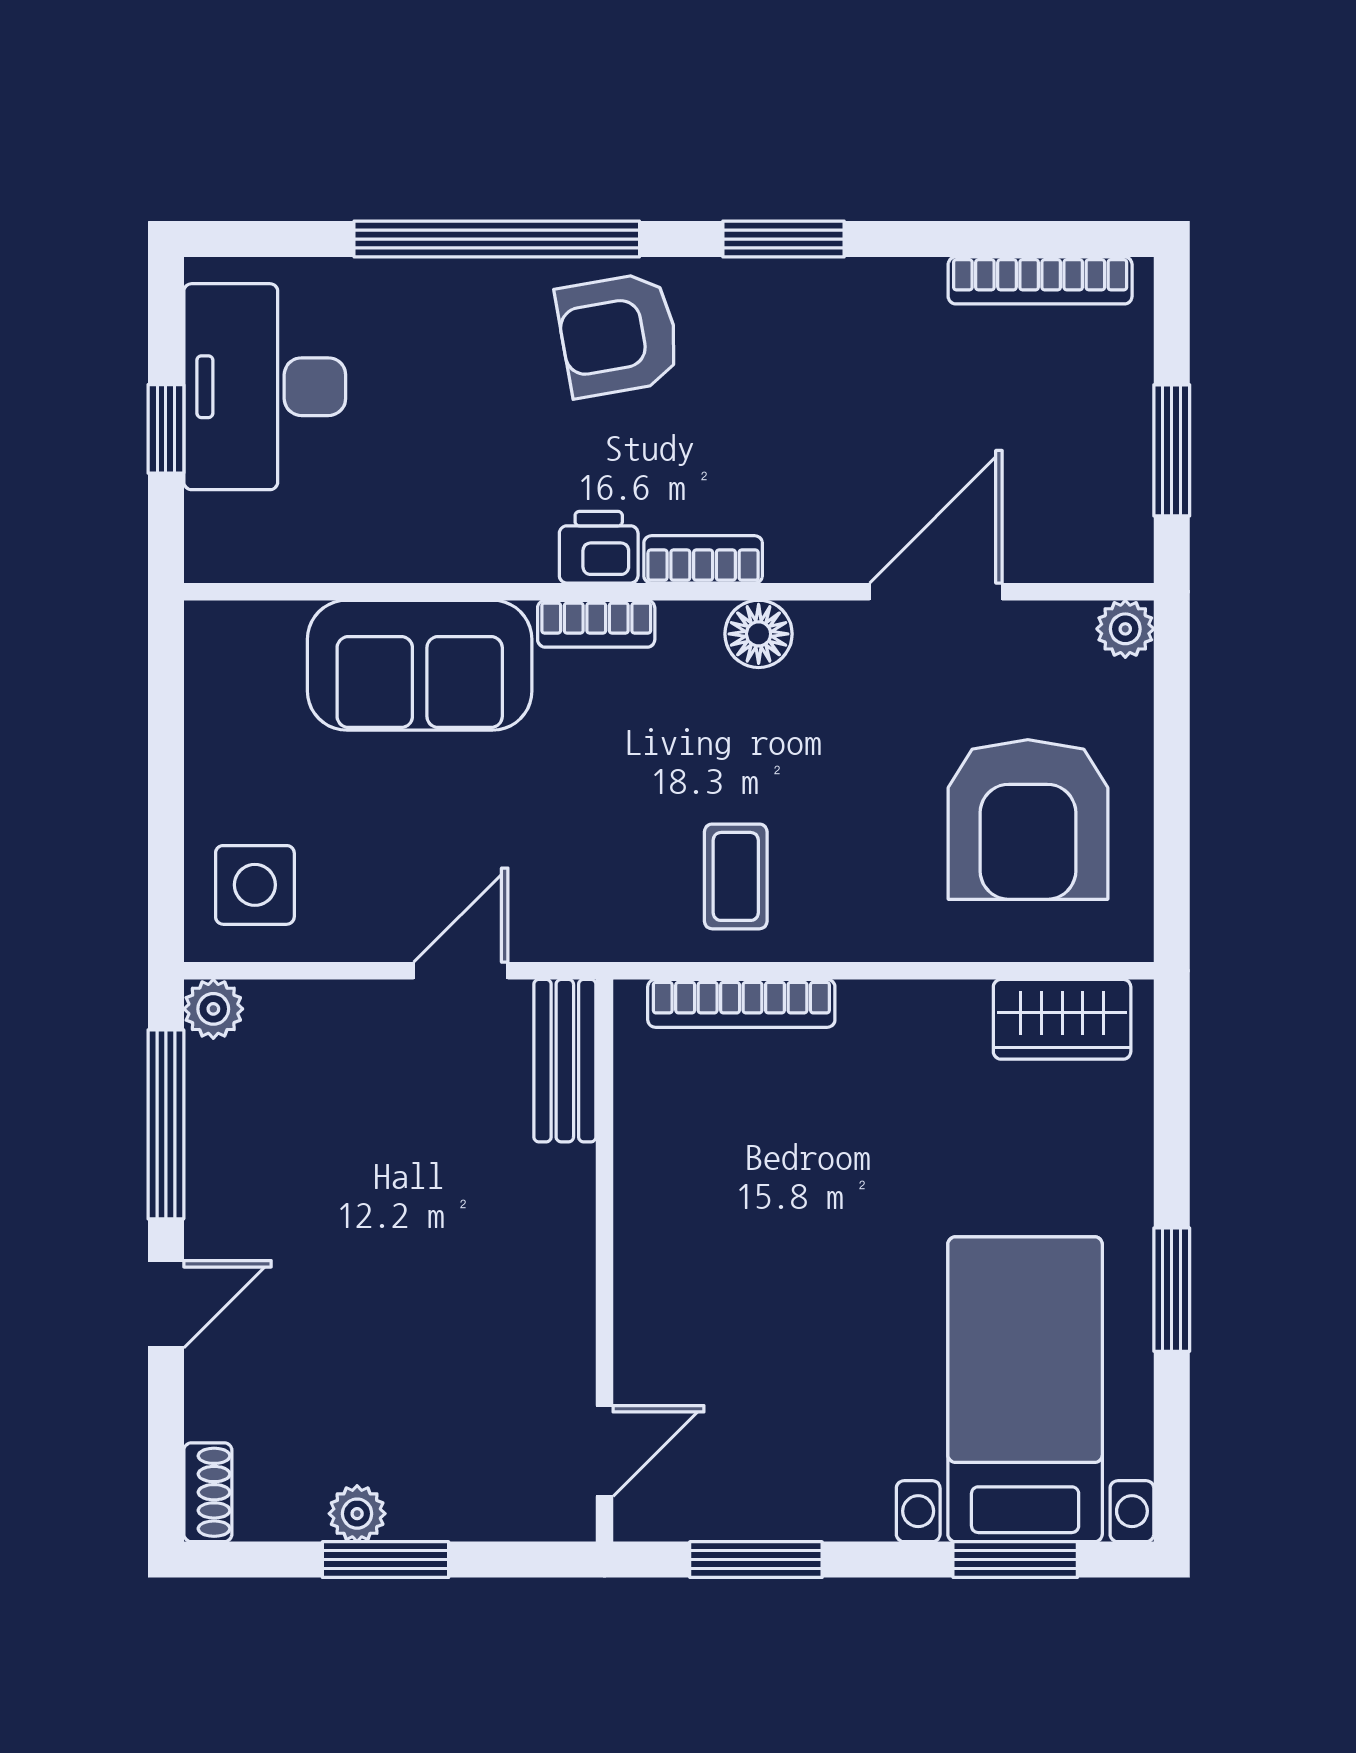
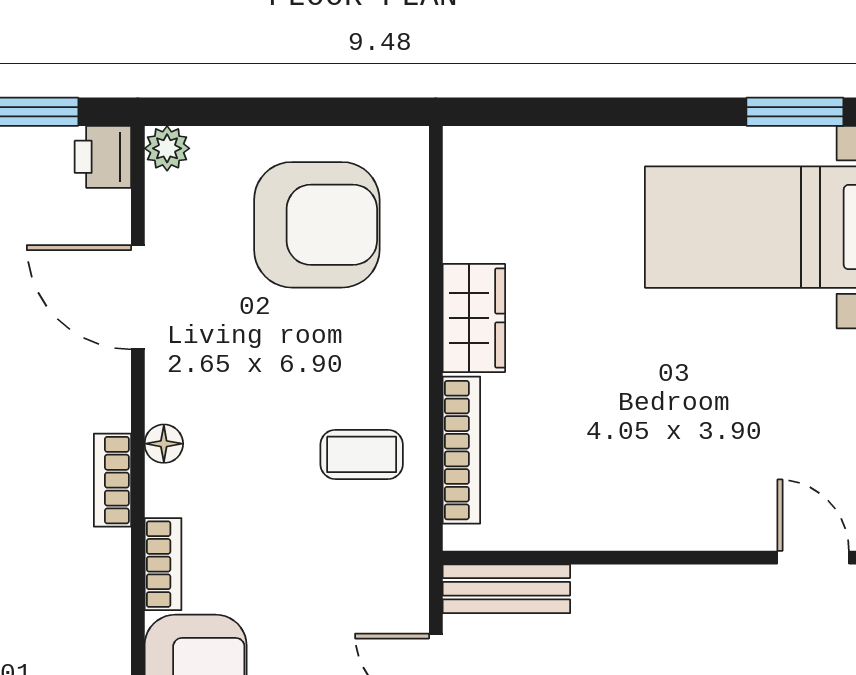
printer: (599, 547) -> (103, 157), moved
floor lamp: (759, 634) -> (164, 444), width x0.73, depth x0.73
wardrobe: (1062, 1019) -> (474, 318), moved
window: (1172, 1290) -> (795, 112), moved

